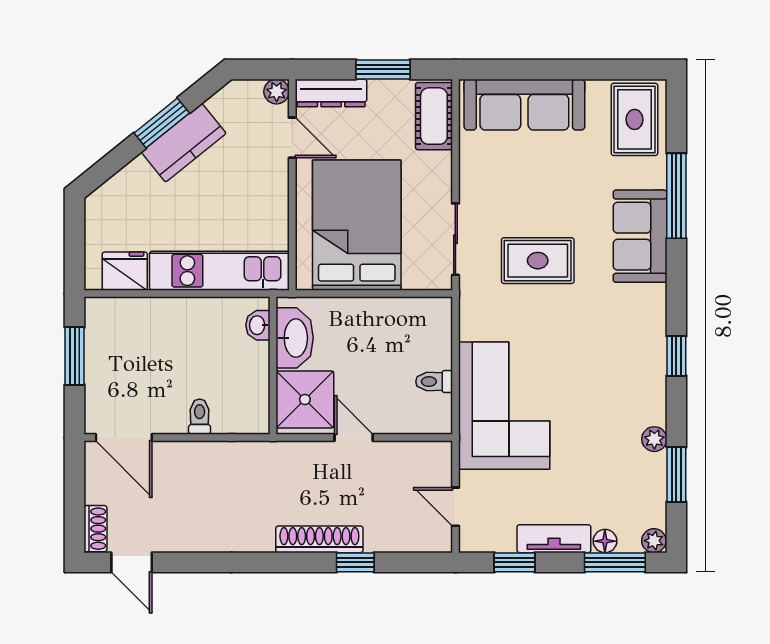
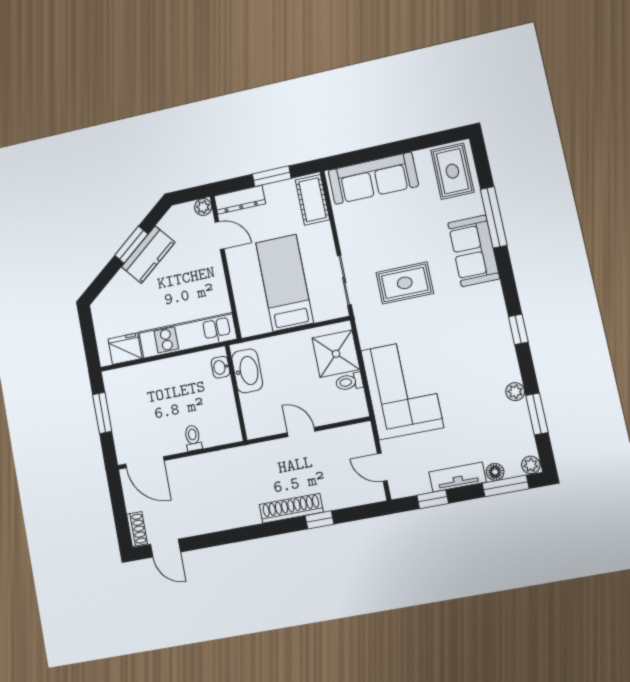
bed: (357, 225) -> (285, 283), width x0.67
shower: (305, 399) -> (336, 354), moved

